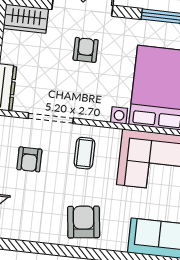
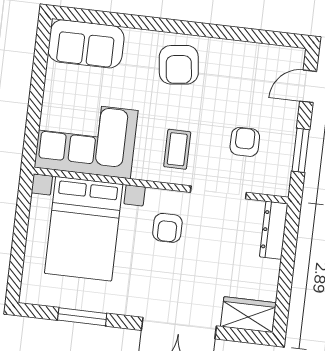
armchair: (86, 50) -> (167, 228), moved

